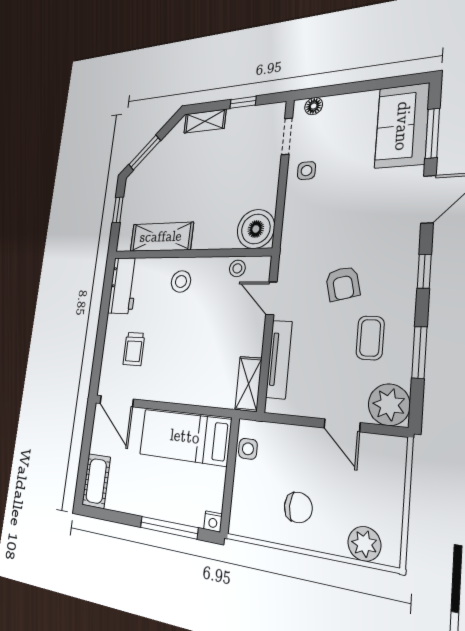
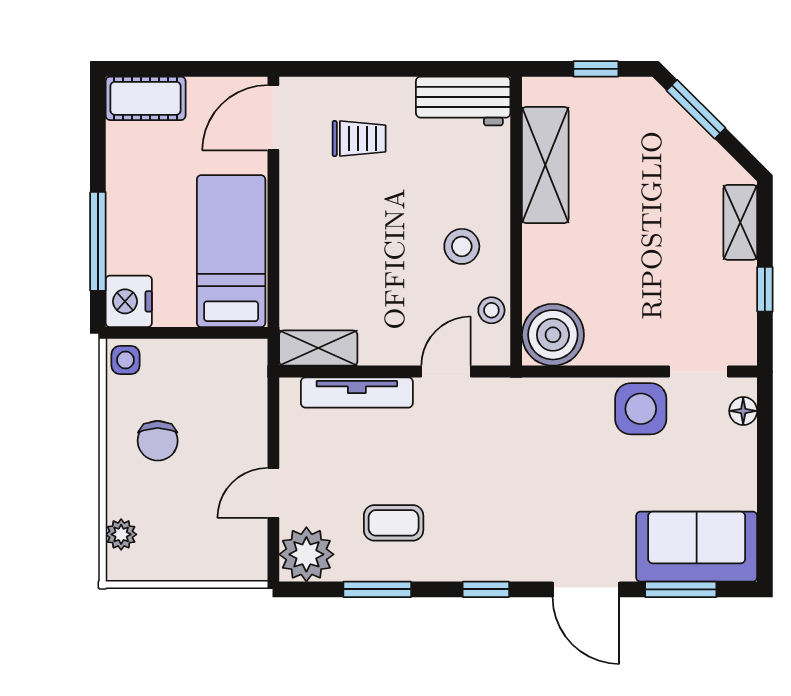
side table: (306, 171) -> (641, 409), width x1.87, depth x1.87
stool: (181, 281) -> (462, 246), moved
armchair: (343, 284) -> (469, 478), removed
trolley: (134, 349) -> (359, 138), turned 180
side table: (248, 449) -> (125, 360), moved
nightstand: (213, 521) -> (129, 301), width x1.89, depth x1.79
plant: (364, 544) -> (121, 534), width x0.73, depth x0.73

